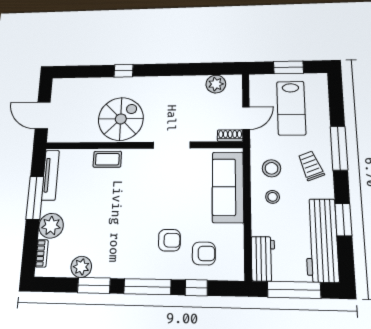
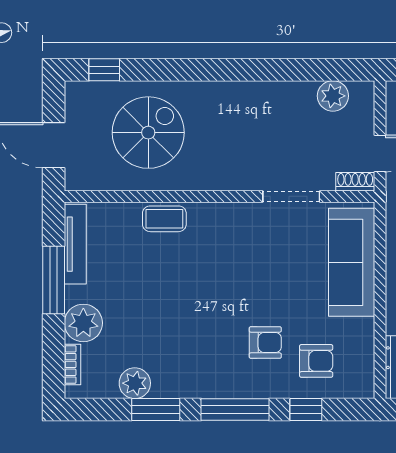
window: (124, 71) -> (104, 70), moved
spiral stairs: (121, 119) -> (148, 133), moved
doorway: (172, 145) -> (291, 196), moved

